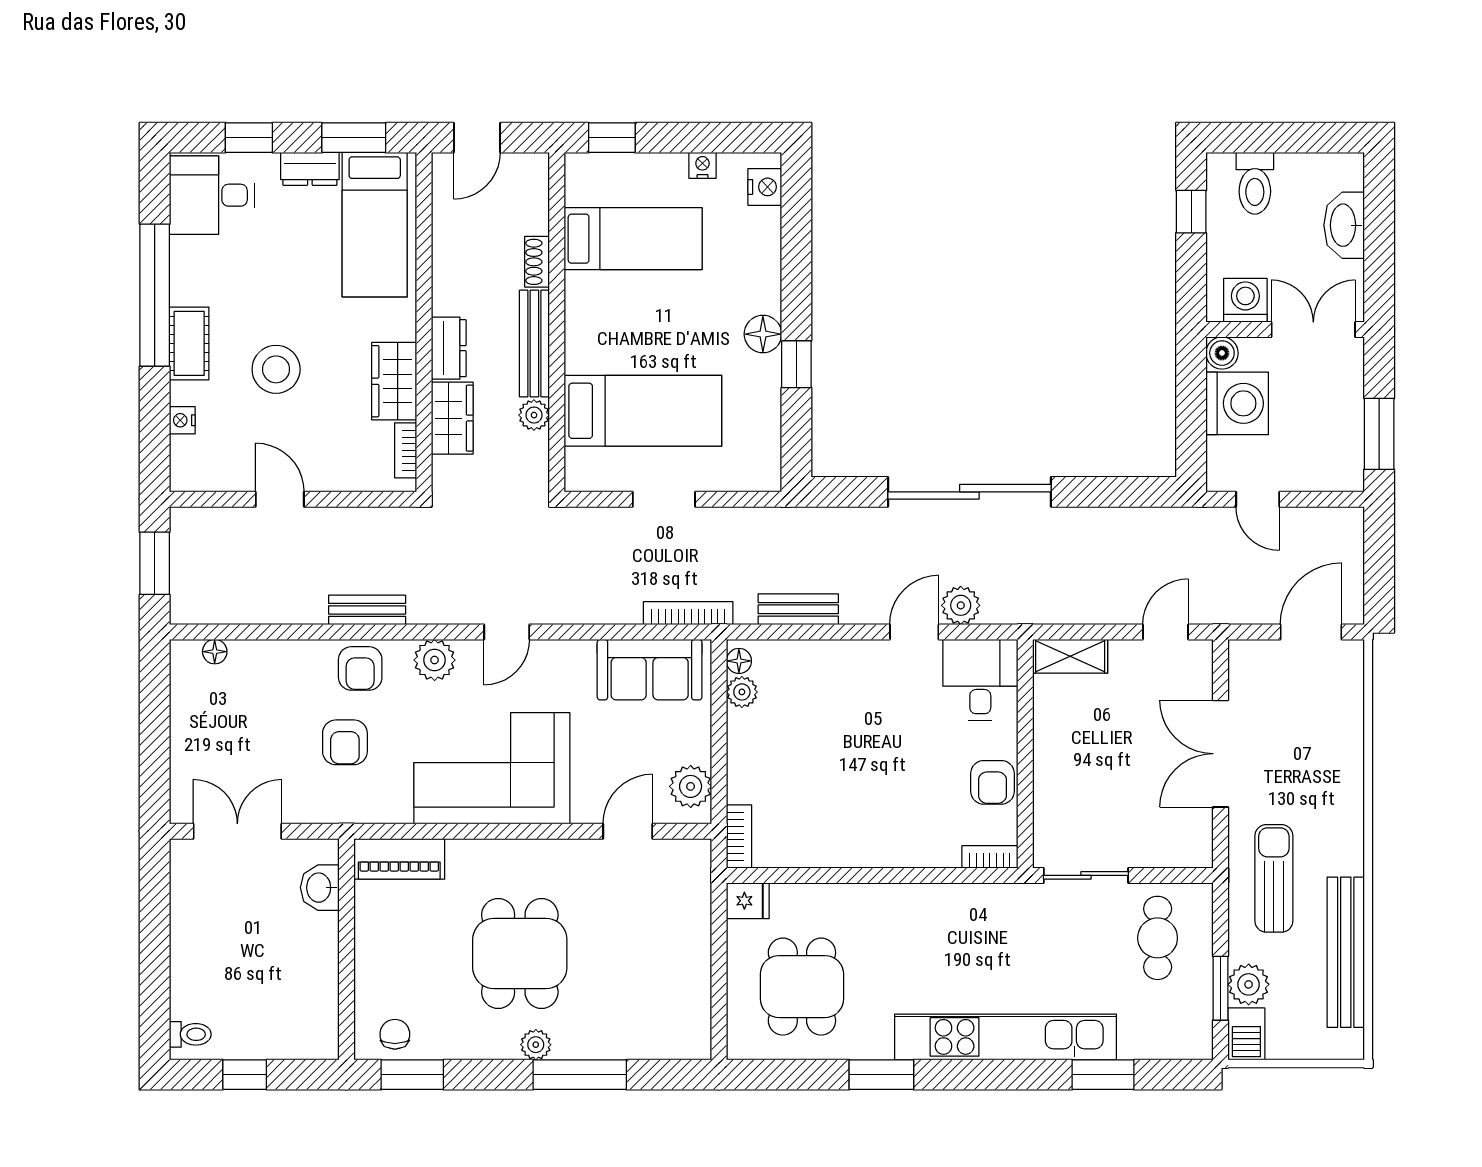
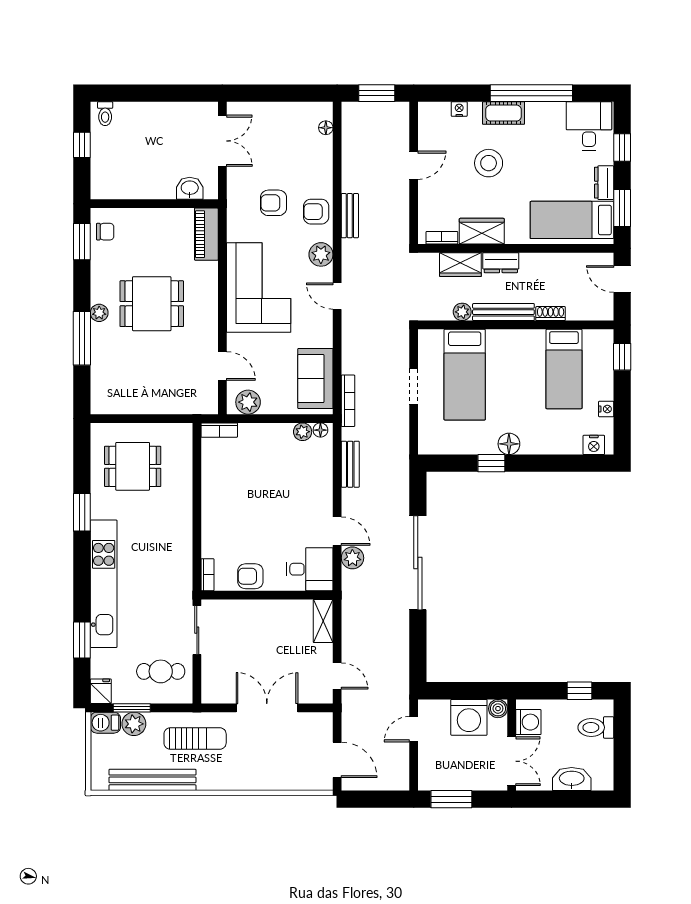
fridge: (748, 901) -> (101, 691), moved, turned 180

